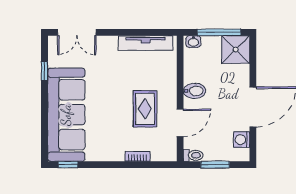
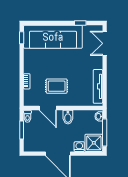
washing machine: (242, 140) -> (79, 147), moved

